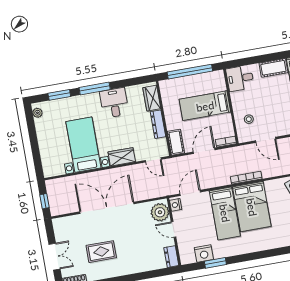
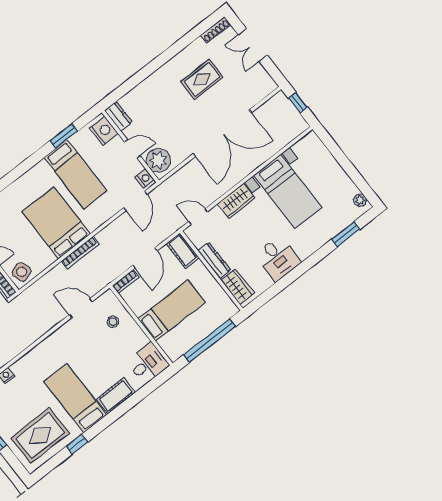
window: (95, 89) -> (309, 263), removed
bed: (225, 213) -> (75, 174), moved, turned 180
nightstand: (204, 253) -> (104, 131), moved, turned 90

